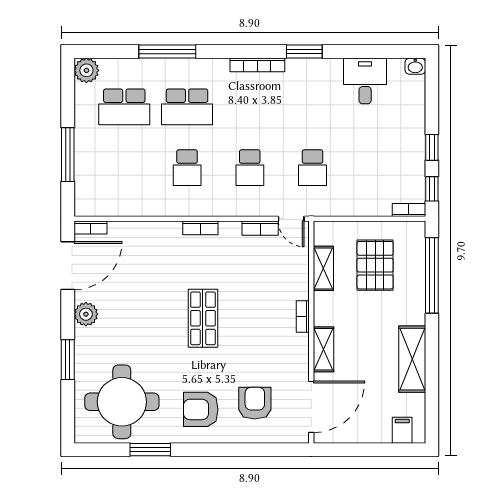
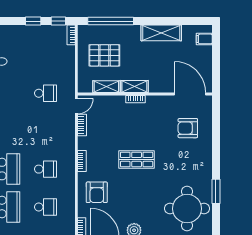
school desk: (250, 168) -> (45, 207), moved
shelving: (323, 349) -> (134, 87), moved
armchair: (201, 409) -> (97, 192), moved

